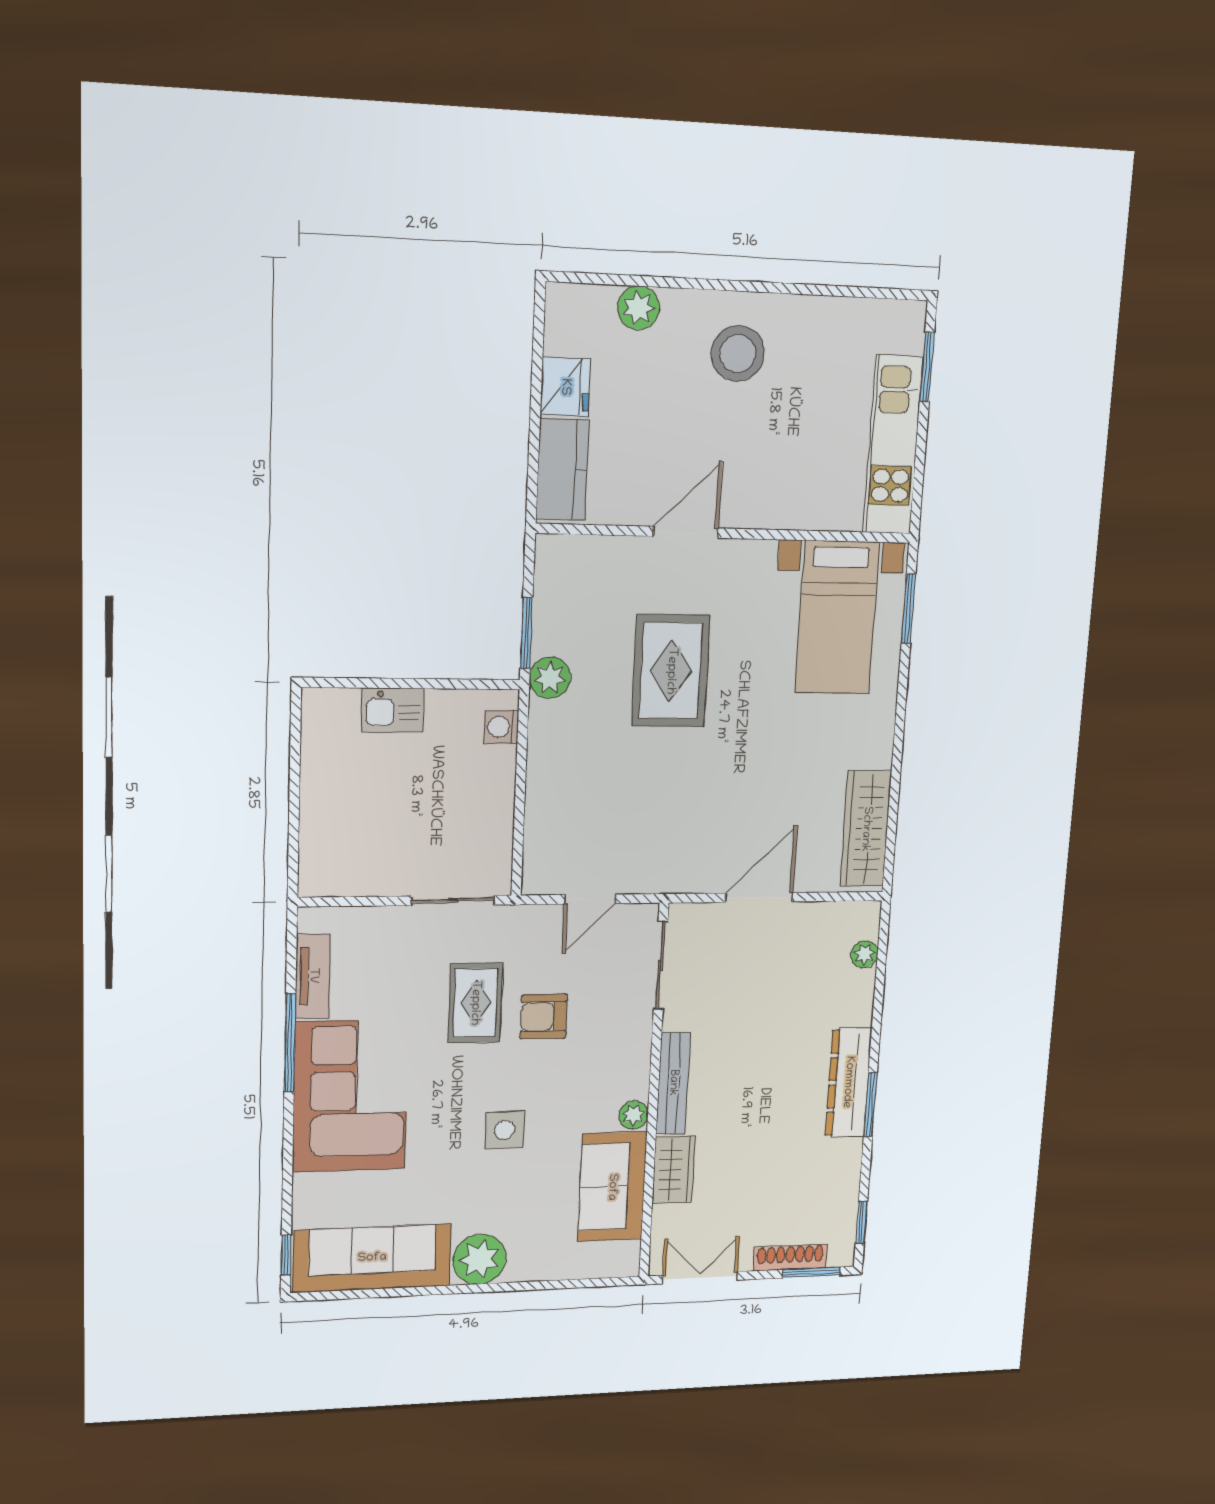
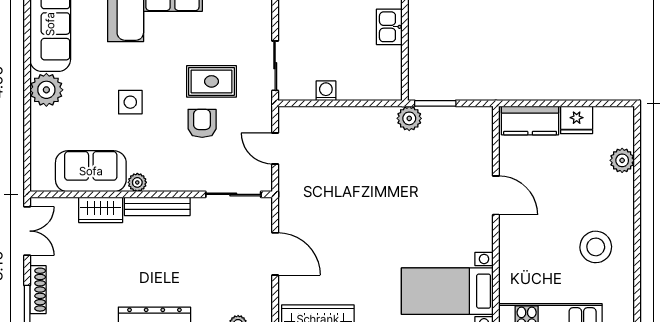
stool: (738, 353) -> (596, 247), moved
rug: (671, 671) -> (414, 191), removed
washing machine: (501, 727) -> (326, 91), moved

